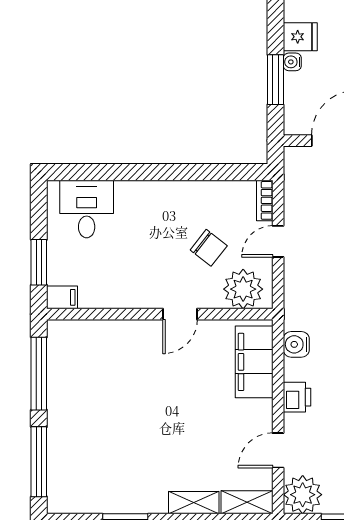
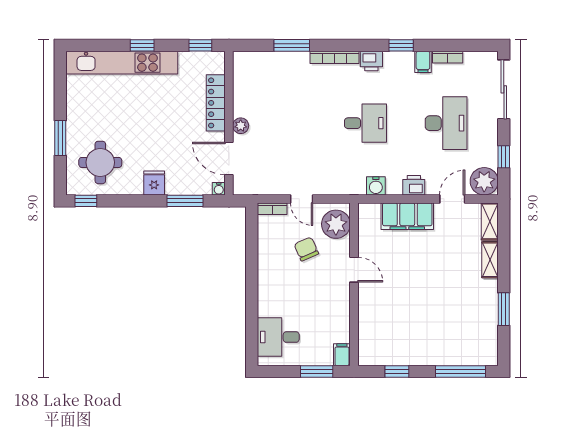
water cooler: (292, 62) -> (219, 189), moved
chair: (209, 248) -> (306, 249), turned -62
filing cabinet: (254, 362) -> (407, 216), moved
window: (39, 374) -> (397, 371), width x0.46
door: (278, 450) -> (452, 199), swing flipped

